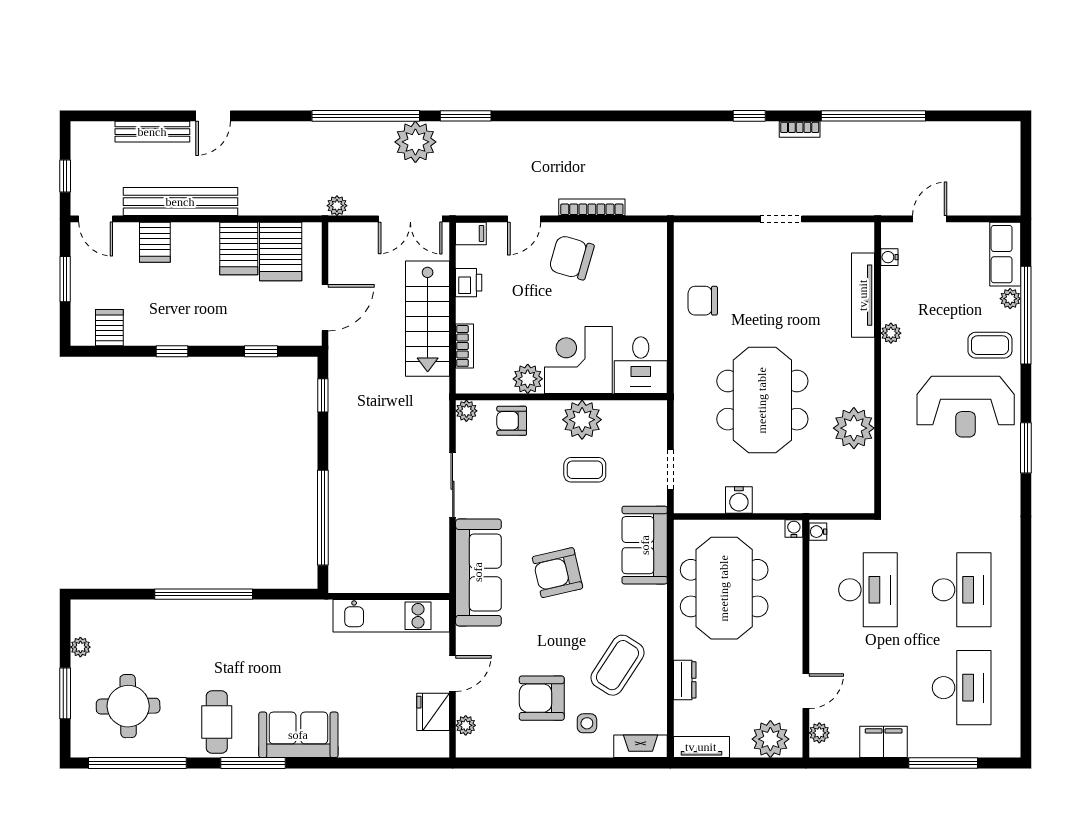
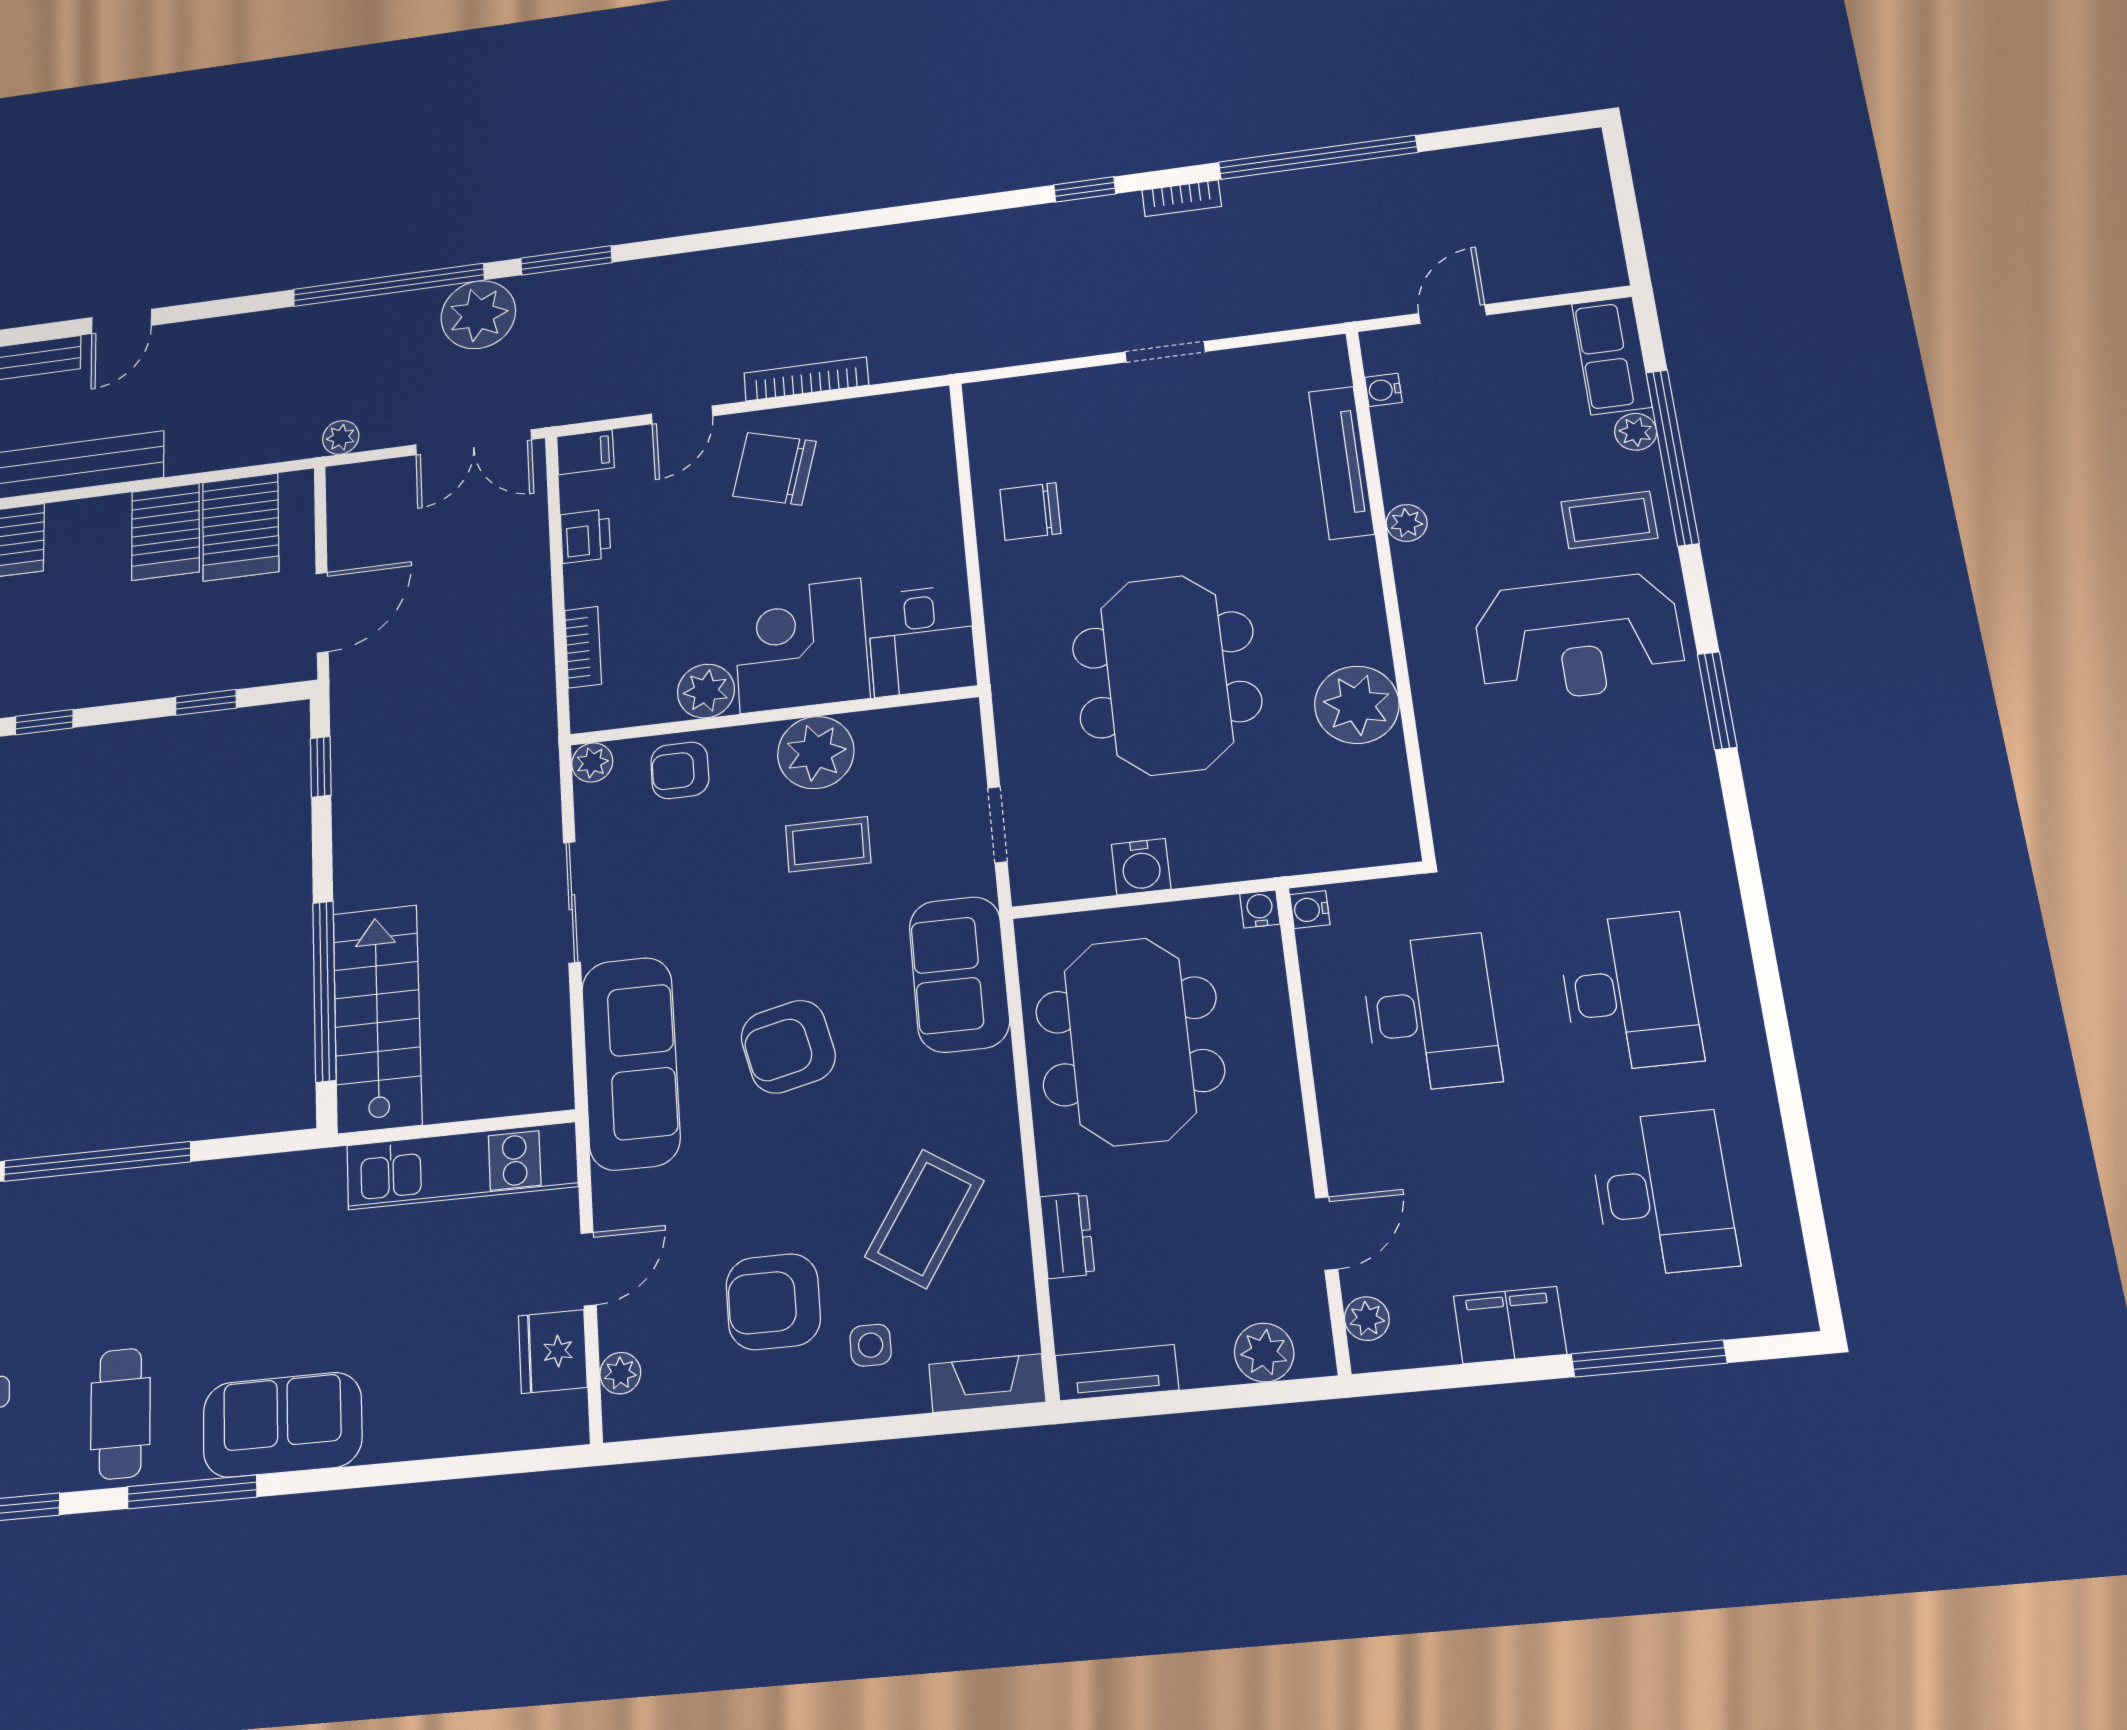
stairs: (428, 319) -> (377, 1018), moved, turned 180
plant: (770, 739) -> (1264, 1353), width x0.73, depth x0.73

